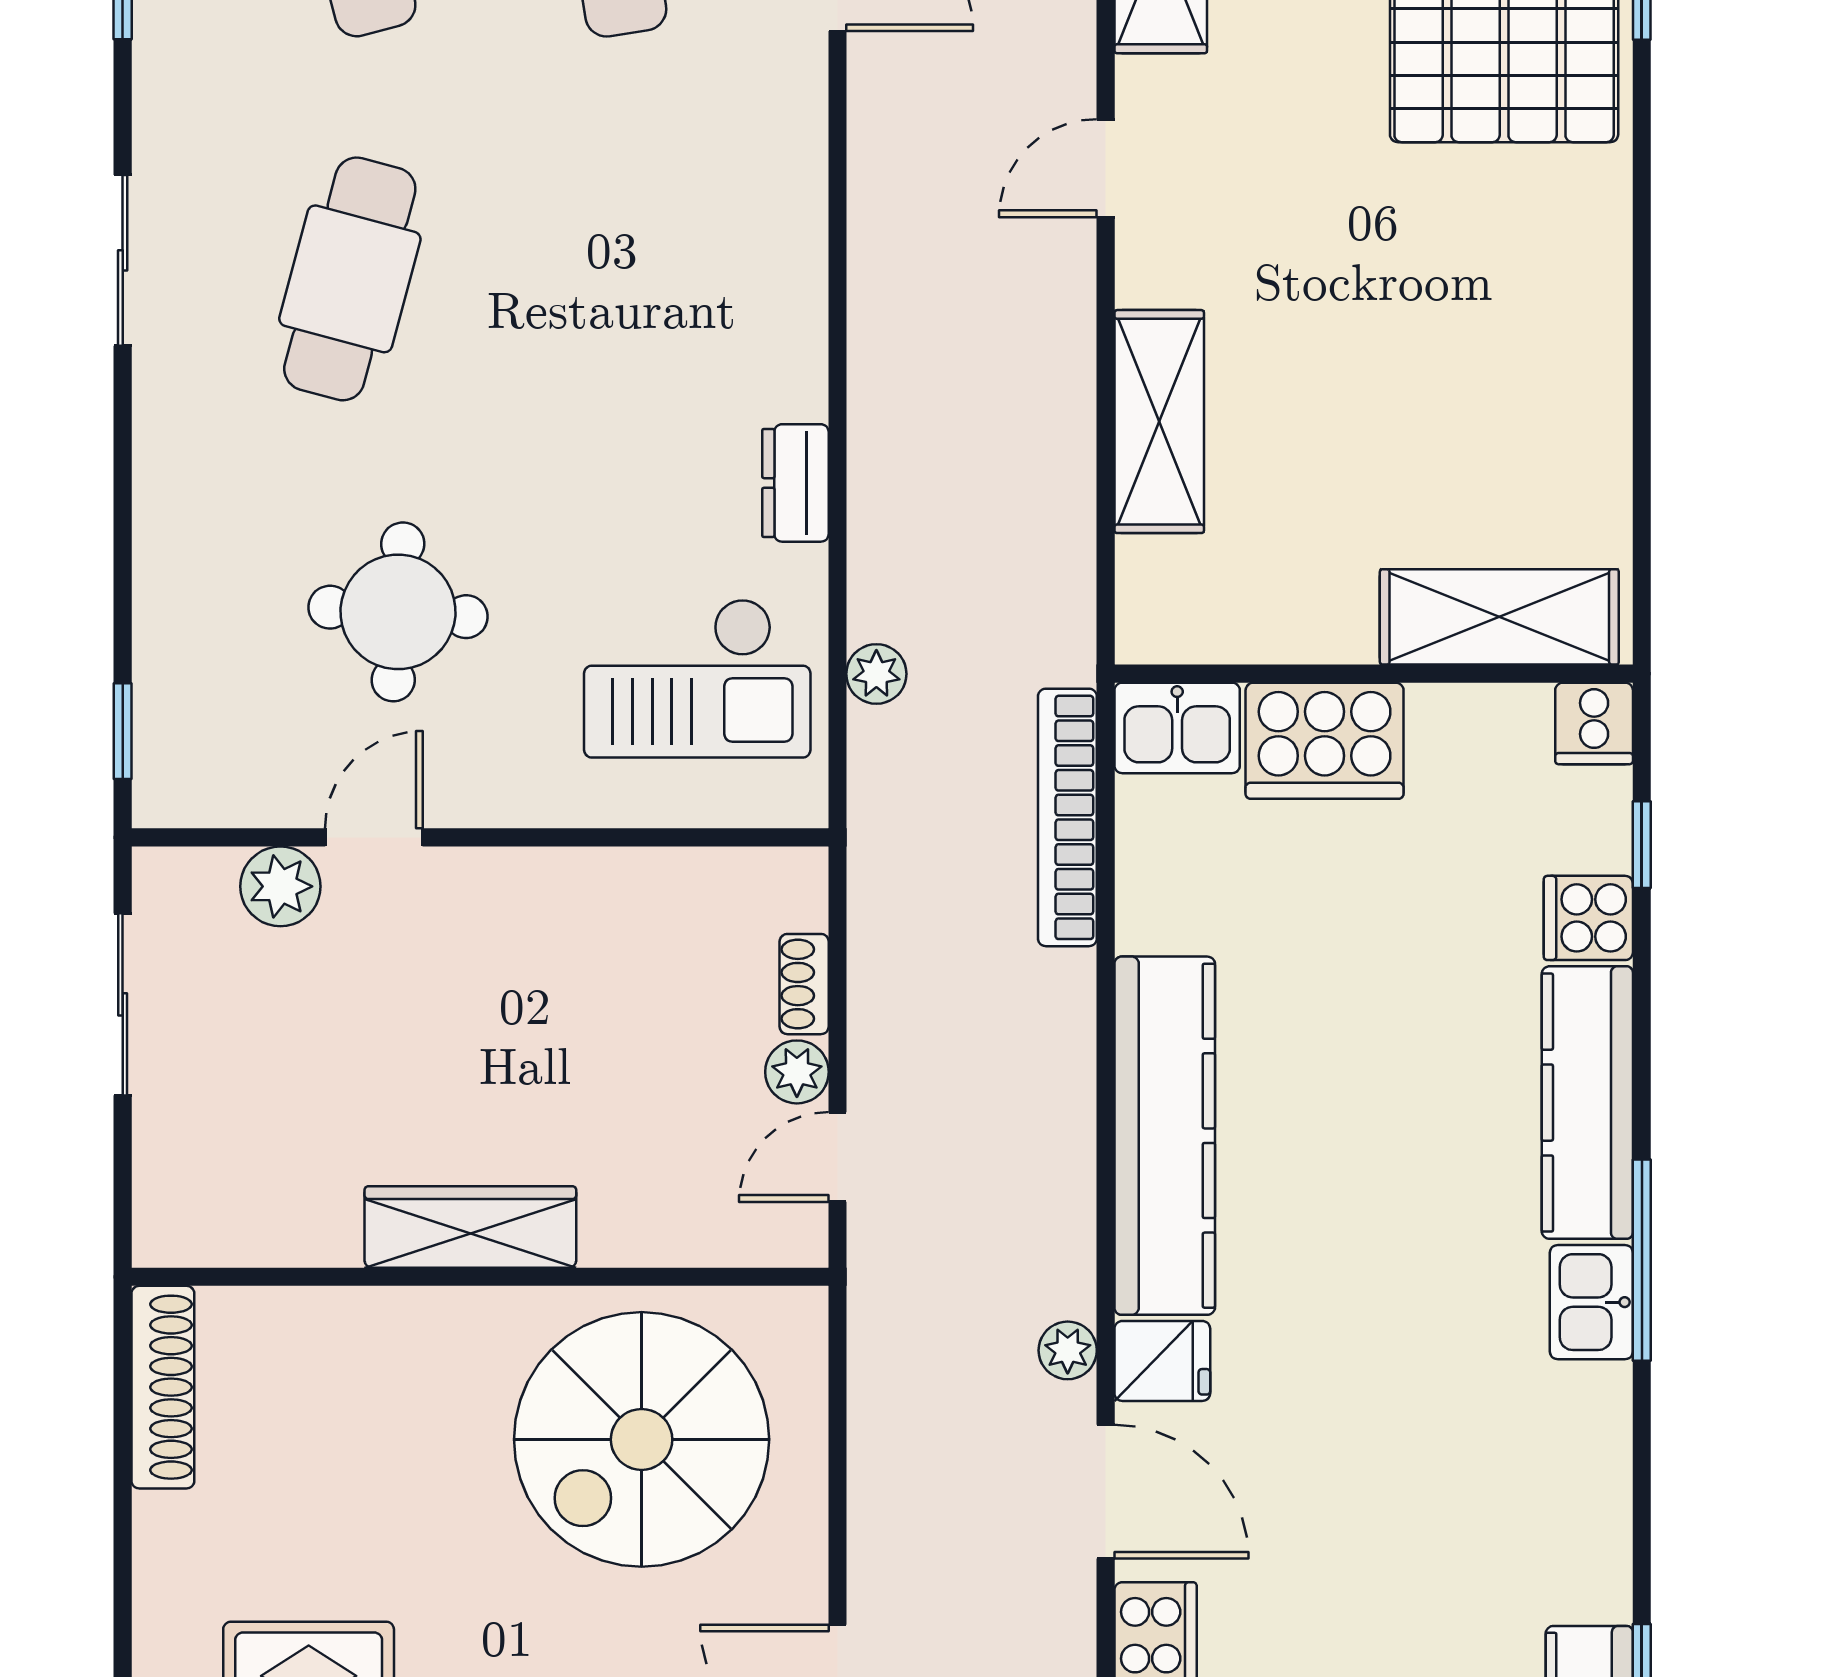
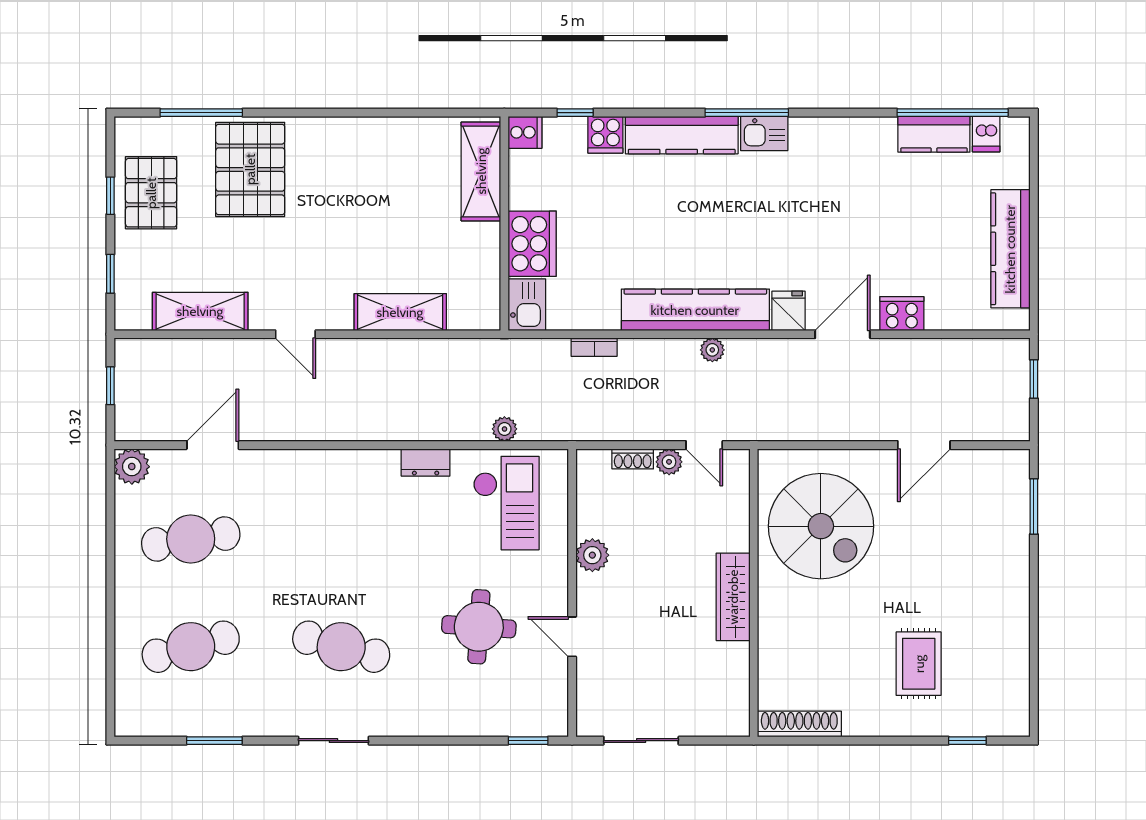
bookcase: (1067, 817) -> (594, 347), width x0.43, depth x0.76
plant: (280, 886) -> (592, 555), moved
plant: (1068, 1350) -> (712, 350), moved

